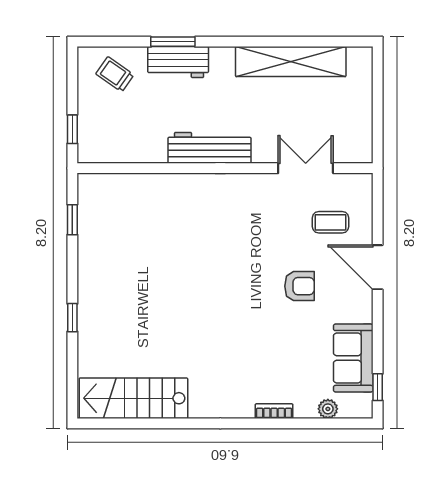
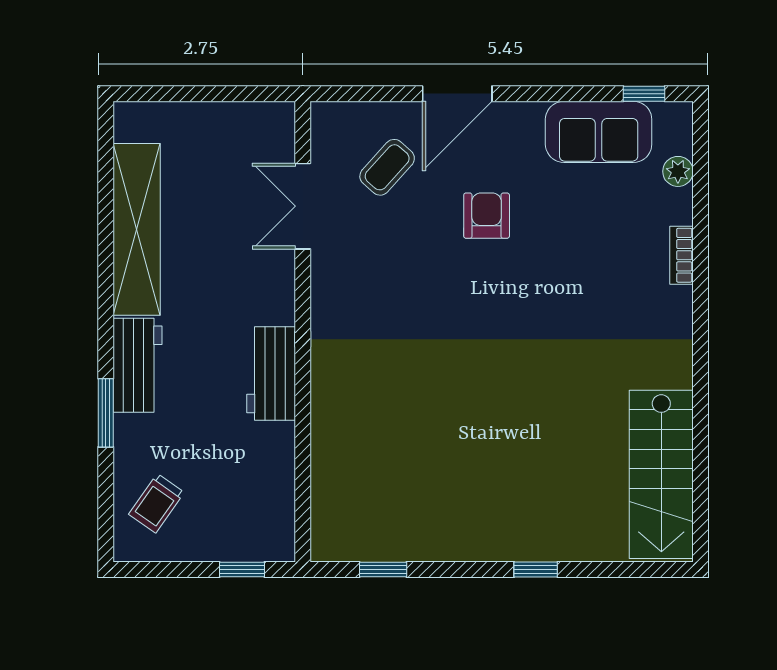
workbench: (178, 62) -> (137, 365), moved
workbench: (209, 148) -> (271, 373), width x0.73
coffee table: (331, 222) -> (387, 167), turned 42

